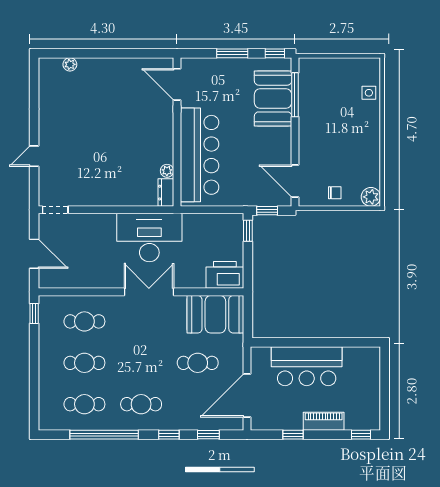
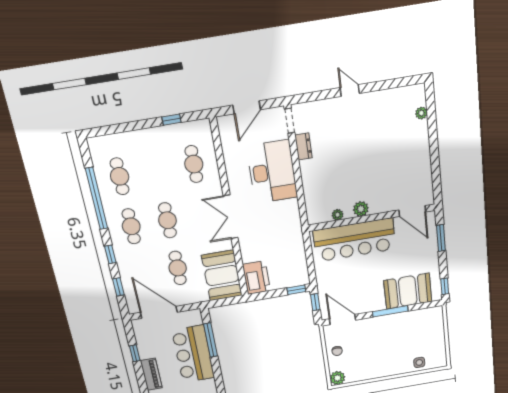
window: (232, 53) -> (441, 238), moved
door: (177, 84) -> (412, 211), swing flipped
window: (295, 95) -> (390, 311), moved
plant: (165, 143) -> (361, 209), added
door: (34, 156) -> (350, 91), moved
door: (295, 181) -> (343, 319), hinge flipped
dresser: (166, 193) -> (304, 147), moved, turned 90
desk: (149, 238) -> (272, 172), moved
double door: (149, 292) -> (231, 217), swing flipped
window: (34, 314) -> (171, 120), moved
window: (293, 342) -> (211, 340), added
cafe table: (84, 363) -> (167, 220), moved

